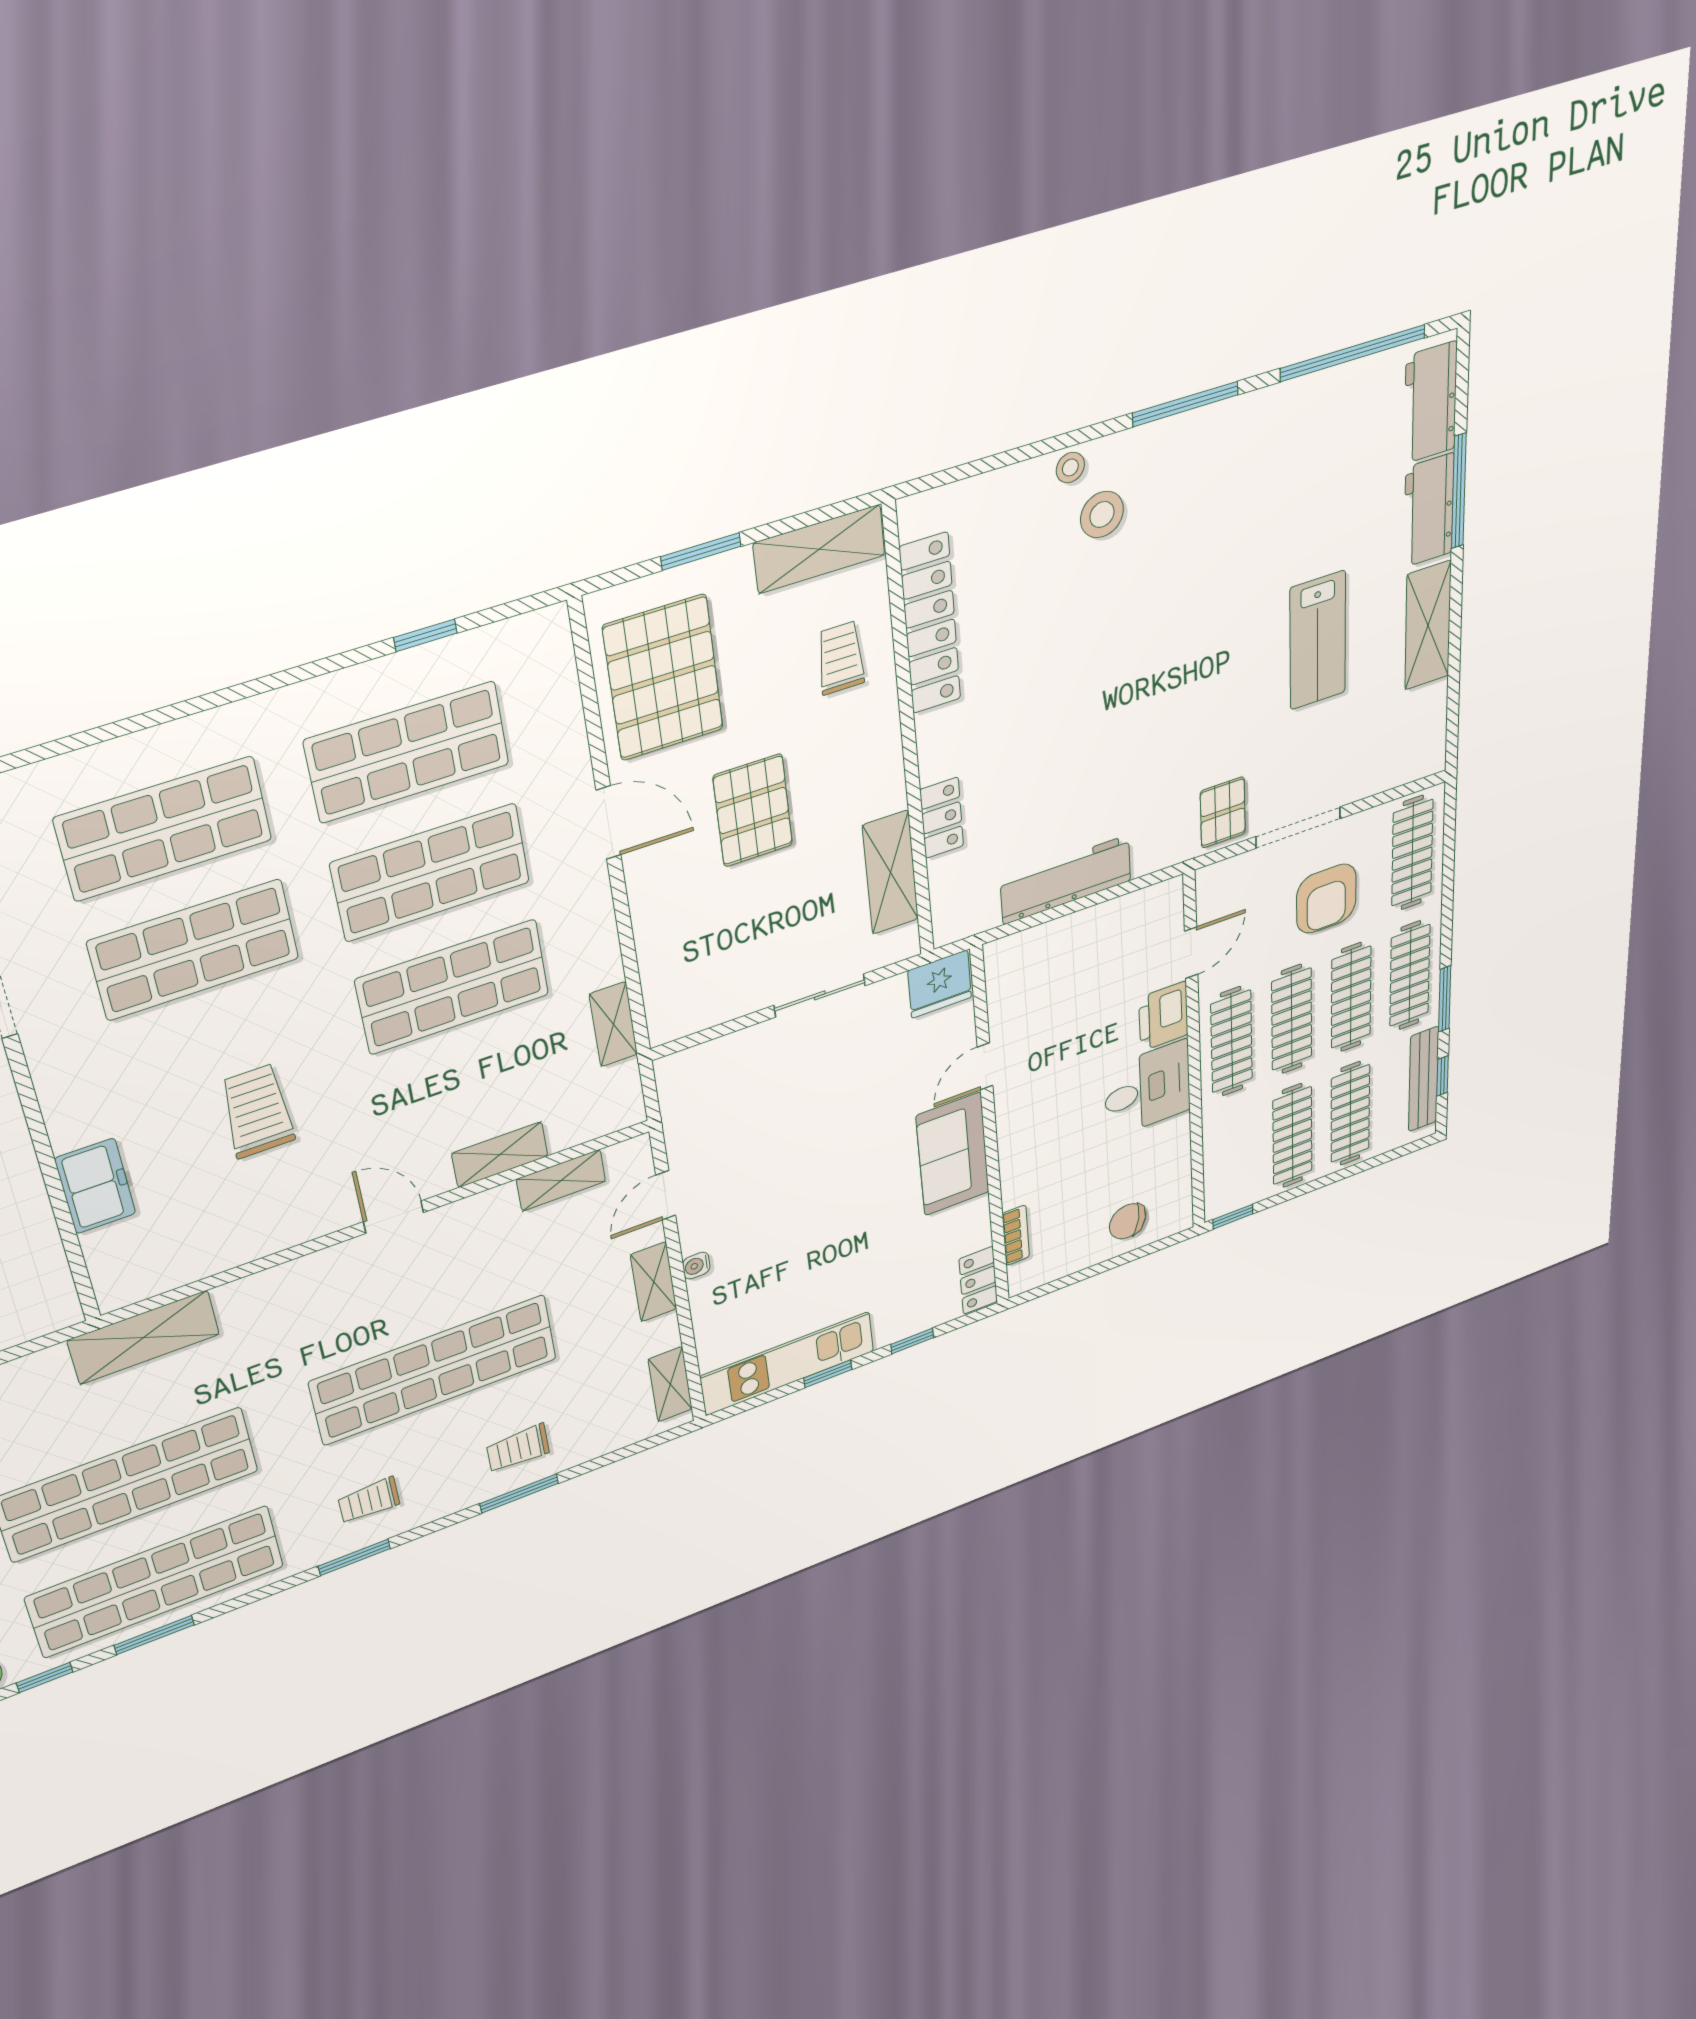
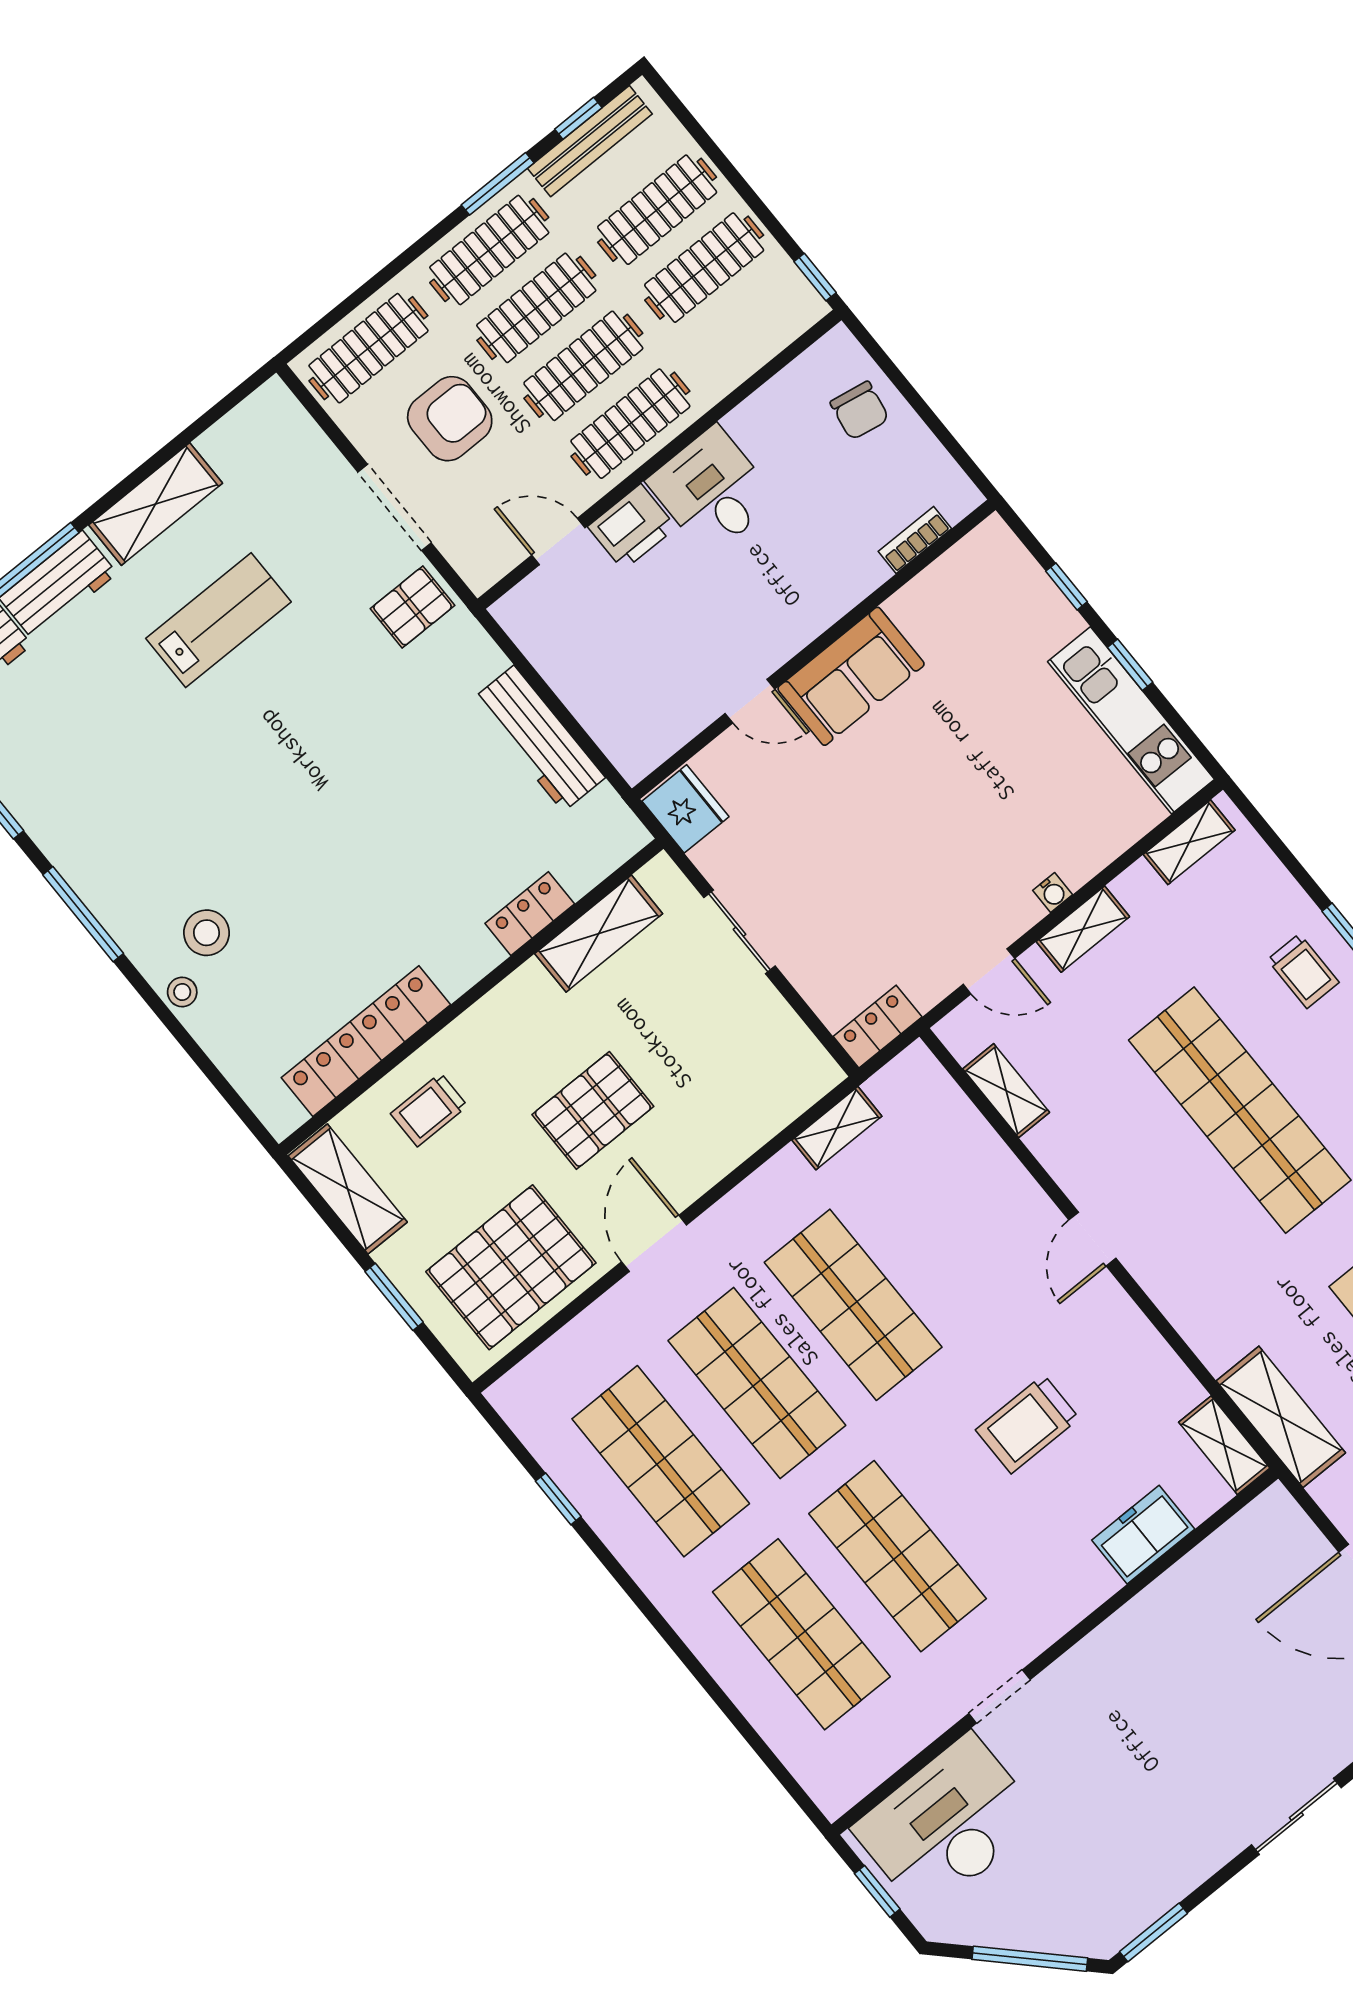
shelving: (500, 1155) -> (1224, 1445), moved
locker: (978, 1280) -> (878, 1027), moved, turned 180

